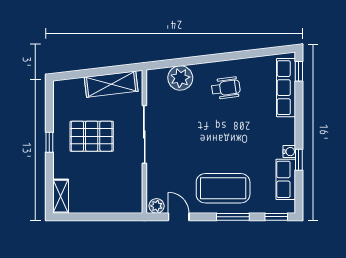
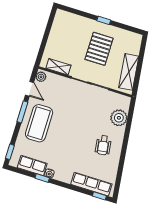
shelving: (61, 196) -> (58, 67), moved
door: (179, 217) -> (30, 89), hinge flipped
window: (233, 217) -> (22, 112), moved

